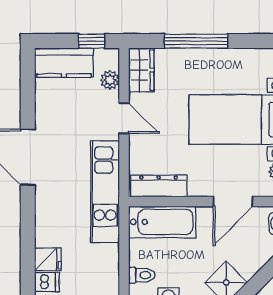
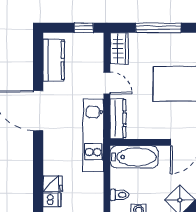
kitchen counter: (64, 63) -> (54, 60), moved, turned -90
plant: (110, 80) -> (97, 56), removed
dresser: (159, 186) -> (118, 119), moved, turned 90

